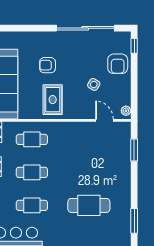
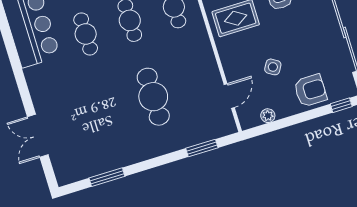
armchair: (118, 64) -> (310, 90), turned 180
plant: (126, 111) -> (268, 116), moved
cafe table: (89, 205) -> (153, 97), moved

